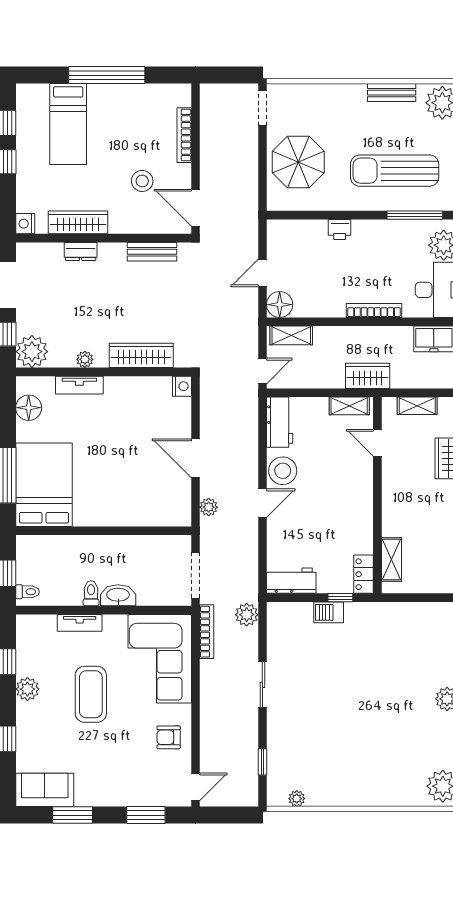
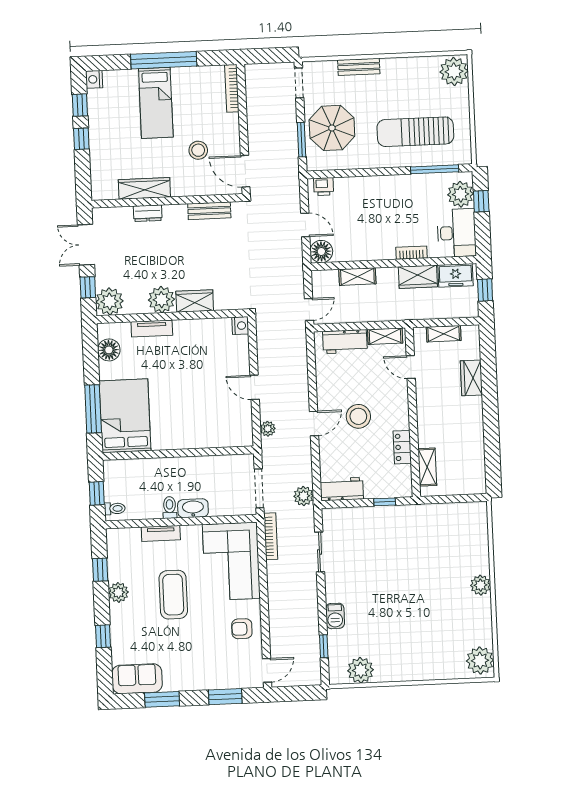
bench: (392, 93) -> (359, 67), moved
bed: (68, 124) -> (156, 103), moved
bookcase: (184, 135) -> (232, 88), moved
window: (262, 174) -> (302, 140), added
nightstand: (25, 224) -> (94, 79), moved
printer: (340, 229) -> (324, 187), moved
door: (262, 273) -> (305, 225), swing flipped
bookcase: (374, 310) -> (411, 253), width x0.64
shelving: (291, 335) -> (357, 277), moved
wardrobe: (141, 355) -> (195, 301), width x0.67
plant: (85, 359) -> (161, 300), width x1.87, depth x1.87
wardrobe: (368, 376) -> (418, 277), moved, turned 180
workbench: (280, 422) -> (345, 342), moved, turned 90
door: (196, 458) -> (255, 387), width x0.73
stool: (283, 471) -> (358, 416), moved
locker: (364, 574) -> (402, 447), moved
barbecue: (329, 612) -> (335, 616), moved, turned -90
plant: (247, 615) -> (304, 496), moved
sliding door: (262, 685) -> (320, 552), moved
plant: (297, 799) -> (361, 670), width x1.87, depth x1.87

